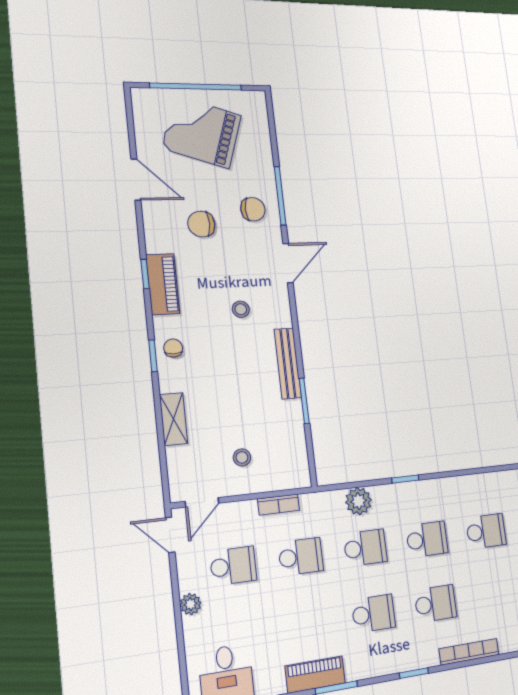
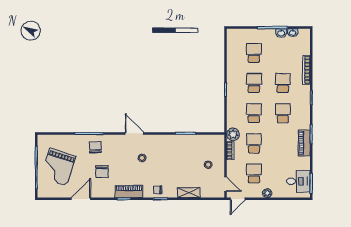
door: (288, 263) -> (134, 133), moved
bench: (288, 363) -> (168, 139), removed
plant: (359, 501) -> (233, 134), moved

